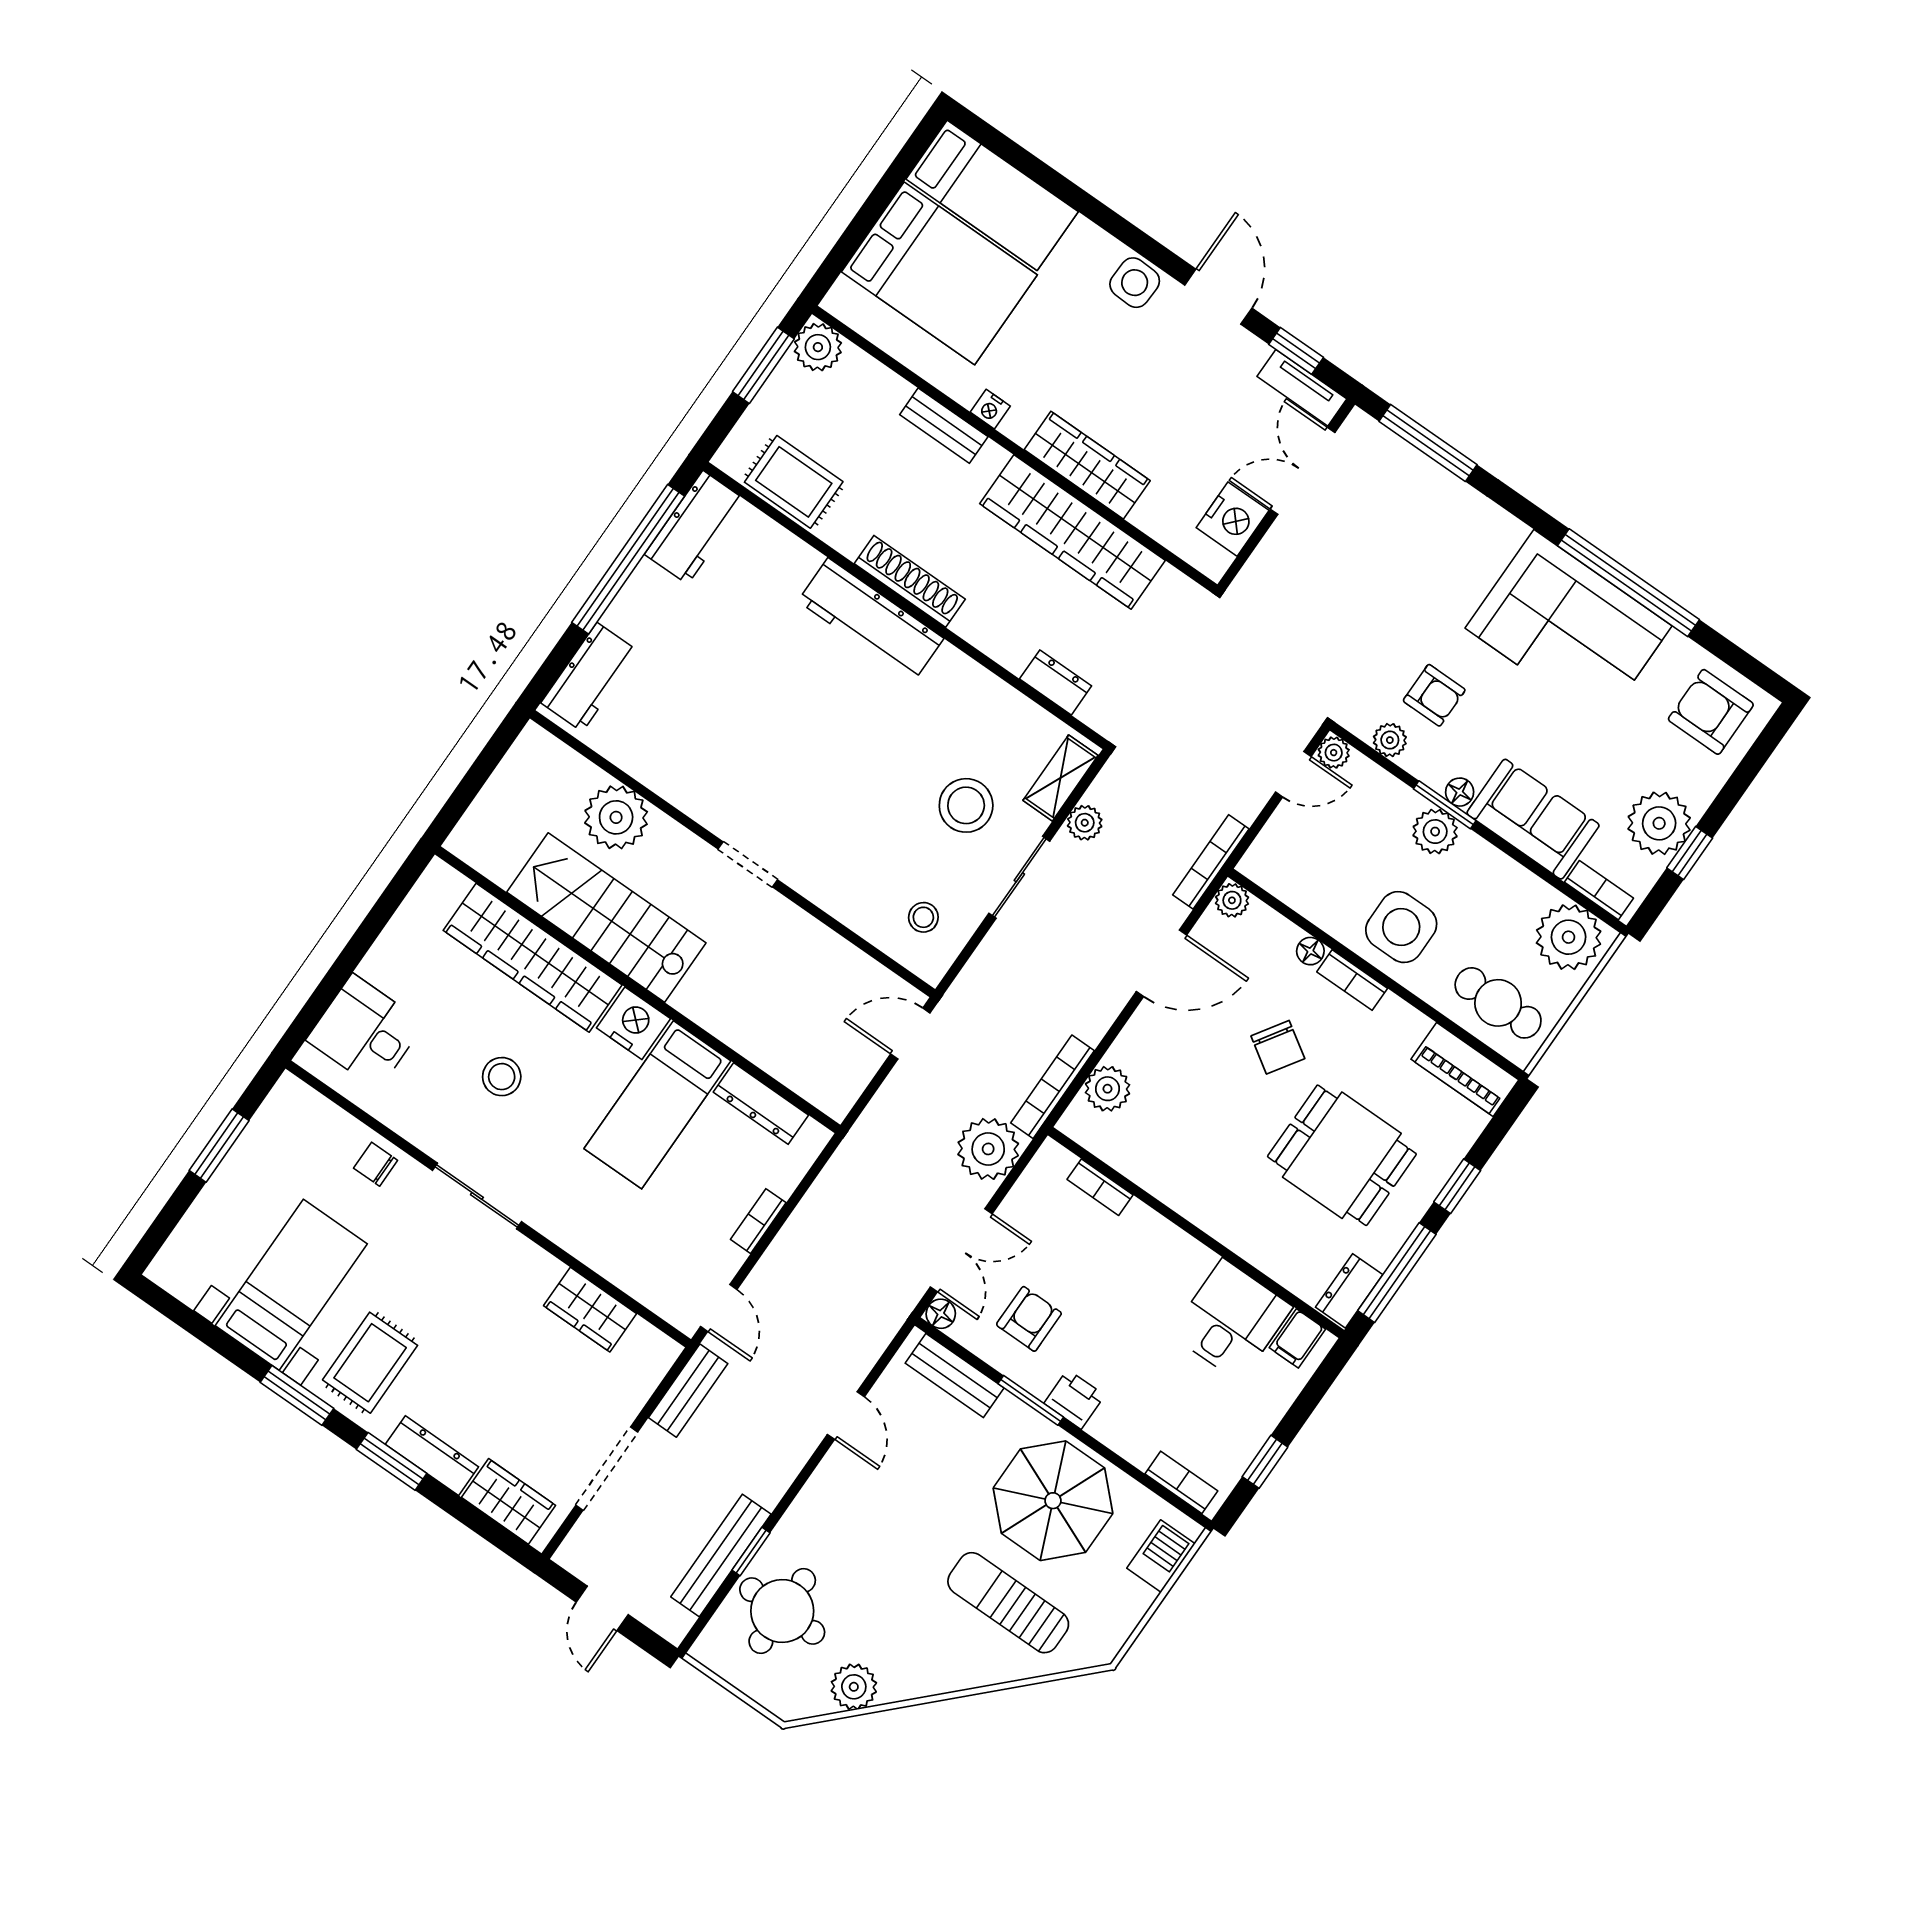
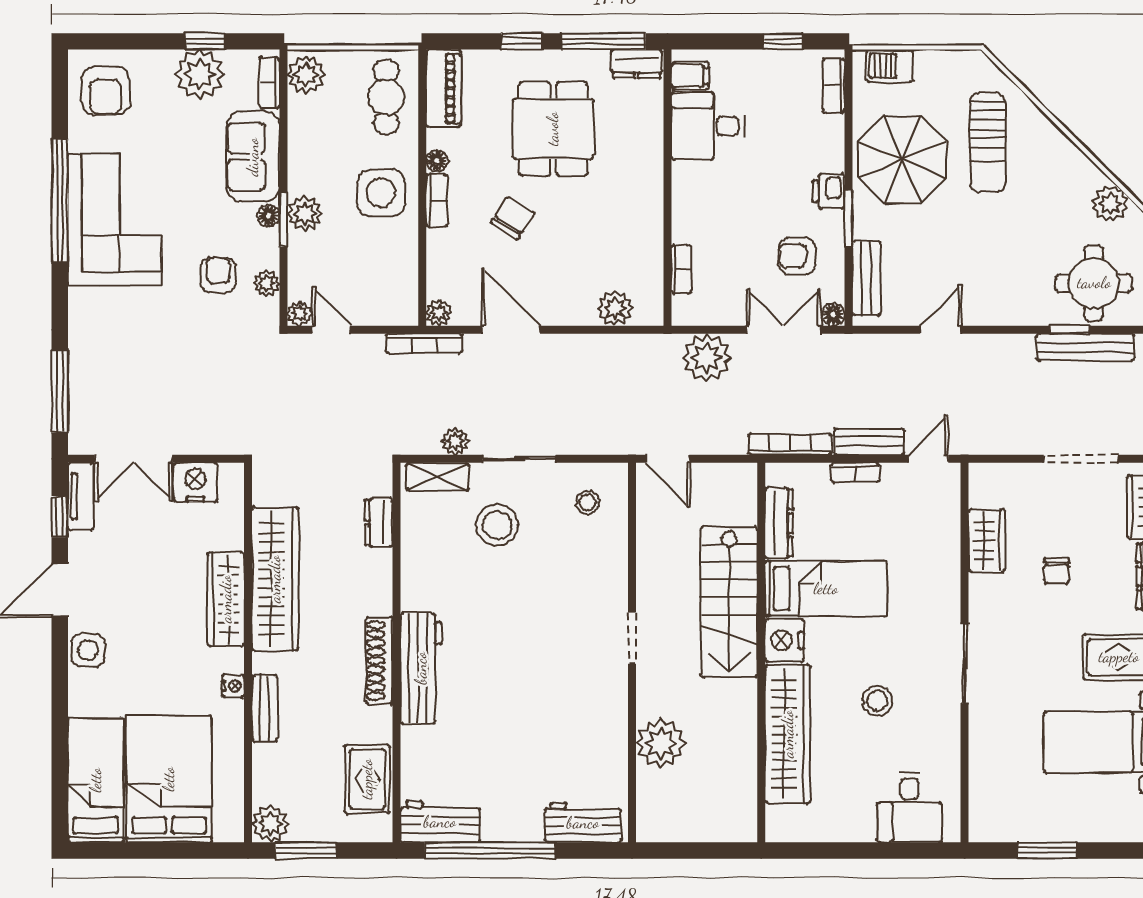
stairs: (606, 918) -> (729, 602), moved
plant: (1569, 937) -> (306, 74), width x0.73, depth x0.73
floor lamp: (1310, 951) -> (437, 161), moved
bookcase: (1052, 1087) -> (790, 444), moved, turned 180
chair: (376, 1164) -> (1057, 571), moved
bench: (688, 1391) -> (869, 442), moved

